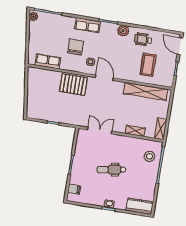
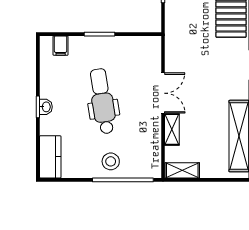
double door: (100, 131) -> (163, 93), moved
stool: (150, 156) -> (111, 161), moved
dental chair: (111, 170) -> (102, 101), width x1.36, depth x1.38

